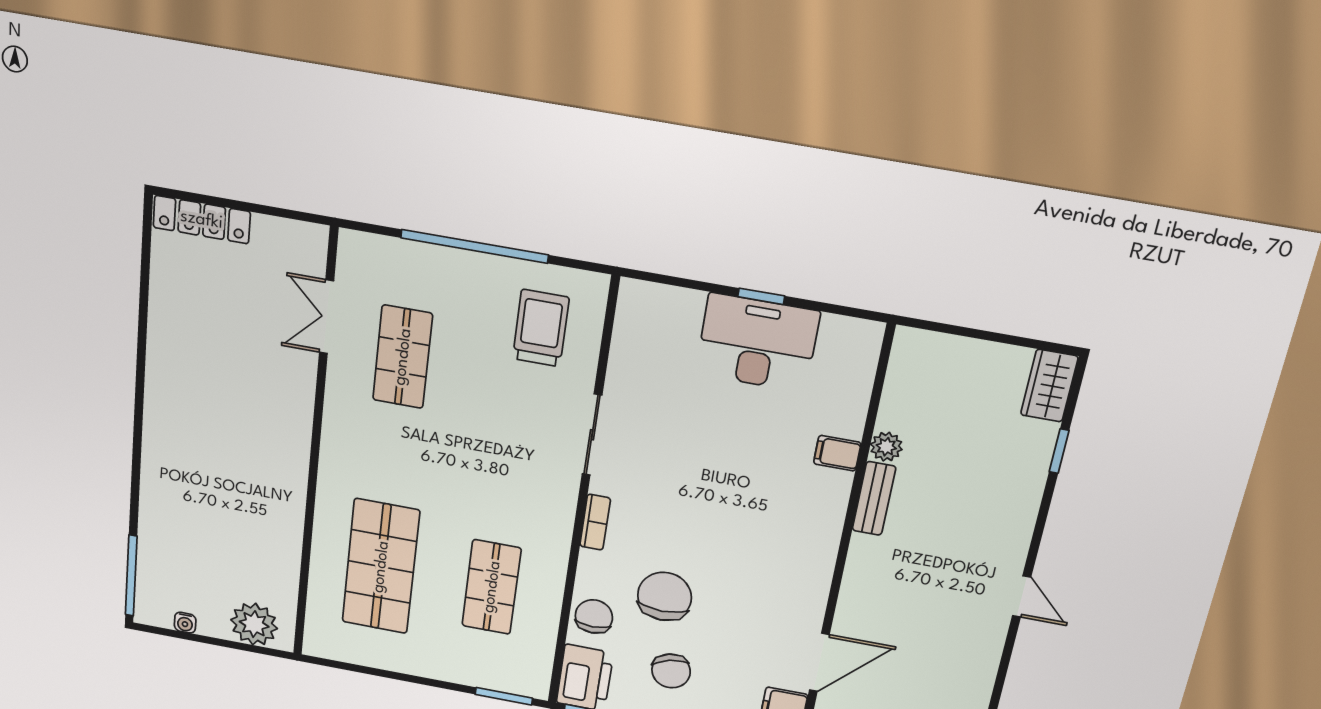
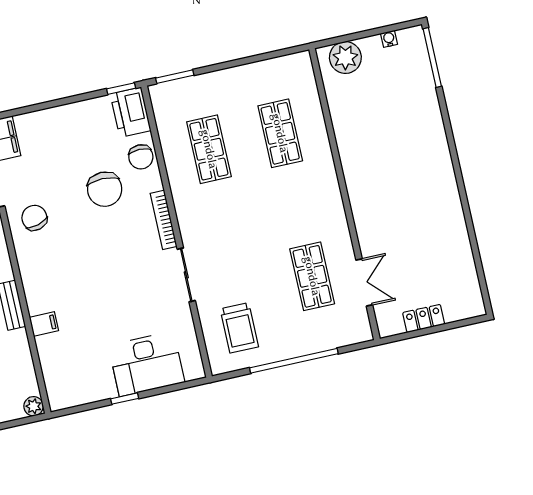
locker: (202, 220) -> (424, 318), moved, width x0.66
desk: (758, 343) -> (147, 364), moved
plant: (886, 447) -> (34, 406), moved
bookcase: (595, 522) -> (164, 220), width x1.56
shop shelf: (381, 567) -> (280, 133), width x0.70, depth x0.74
chair: (671, 671) -> (34, 218), moved

